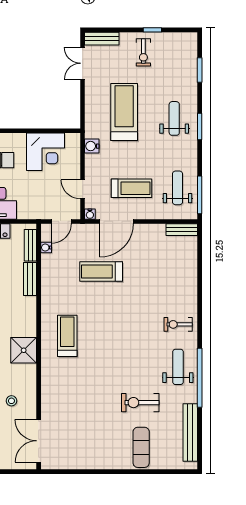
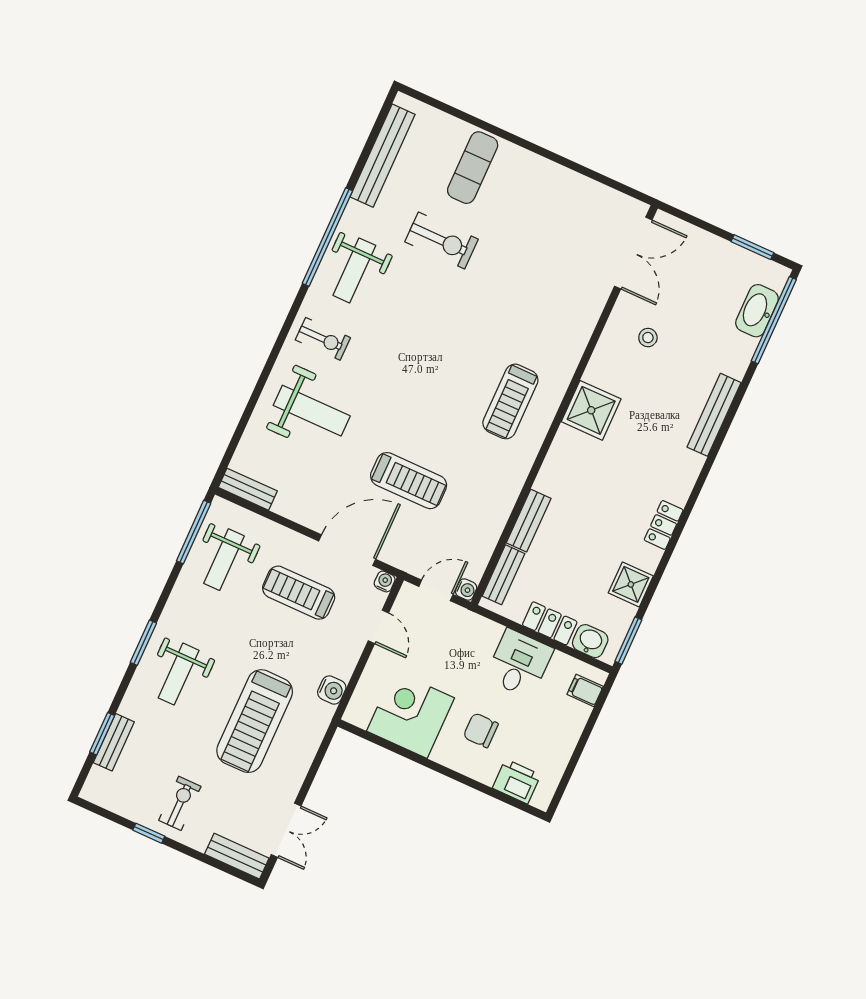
bench: (192, 68) -> (114, 742), added
water cooler: (46, 247) -> (466, 590), moved
weight bench: (167, 285) -> (312, 411), added

